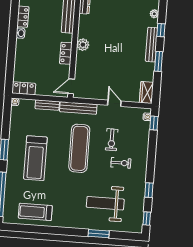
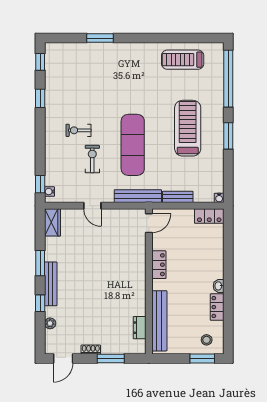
plant: (83, 45) -> (138, 277), removed
weight bench: (105, 203) -> (94, 77), removed
treadmill: (35, 212) -> (183, 60), turned 180

